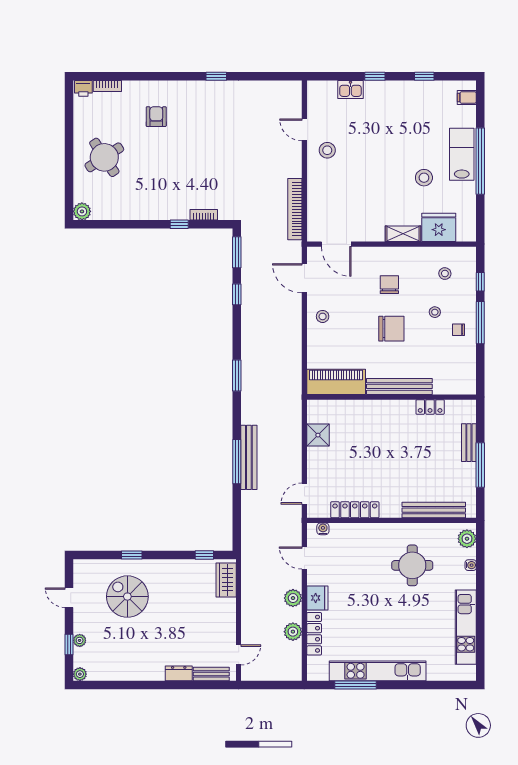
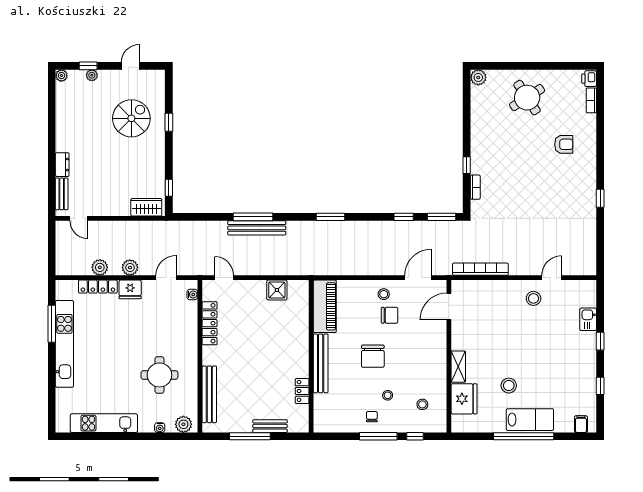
chair: (389, 285) -> (390, 315), moved

